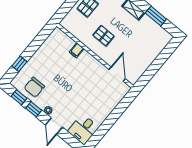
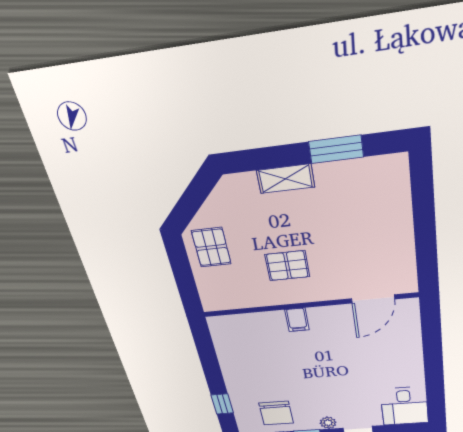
filing cabinet: (77, 50) -> (297, 320), moved
door: (117, 74) -> (373, 299), swing flipped

